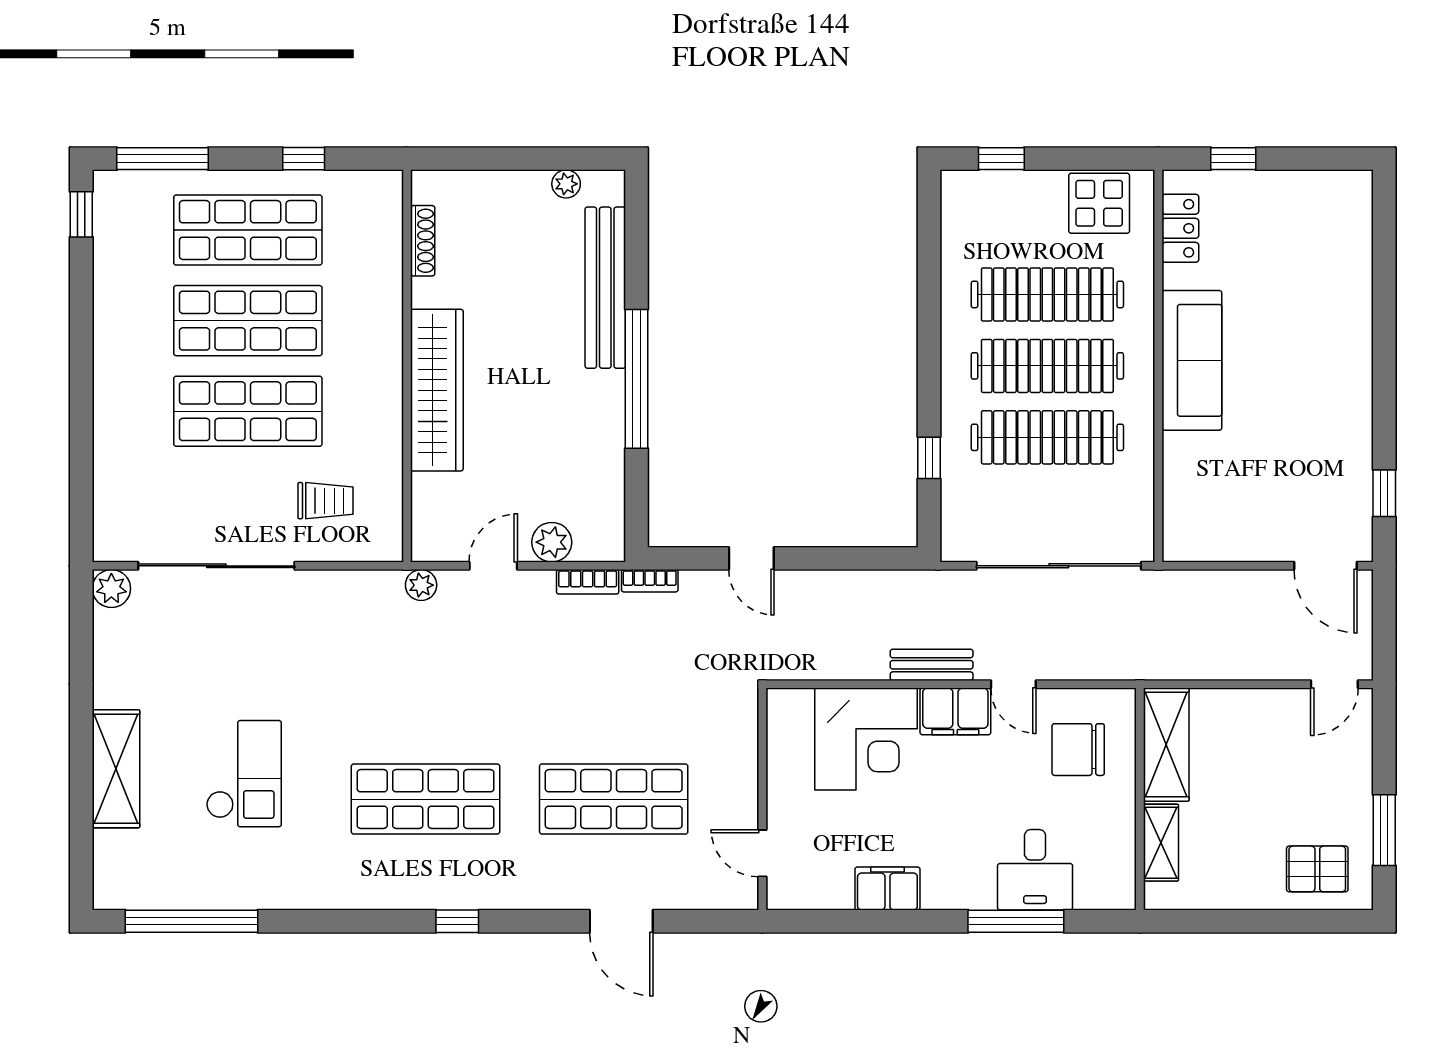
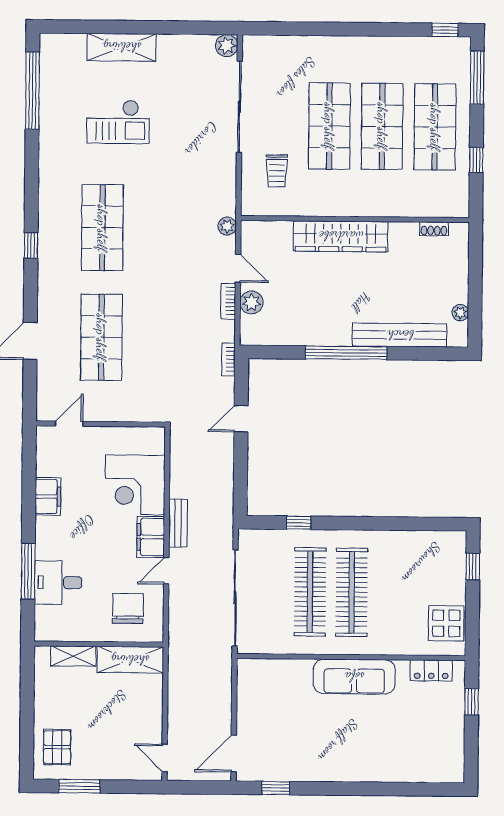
shoe rack: (423, 241) -> (434, 229), width x0.70
clothes rail: (1047, 294) -> (393, 593), removed
bookcase: (588, 582) -> (228, 301), moved

